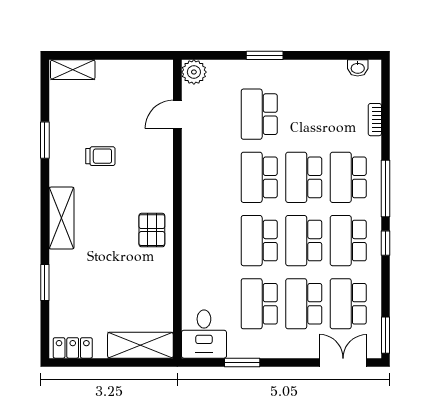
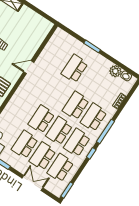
plant: (194, 72) -> (115, 71), moved
door: (177, 114) -> (29, 67), moved
school desk: (259, 177) -> (58, 94), removed
double door: (343, 362) -> (32, 183), moved

